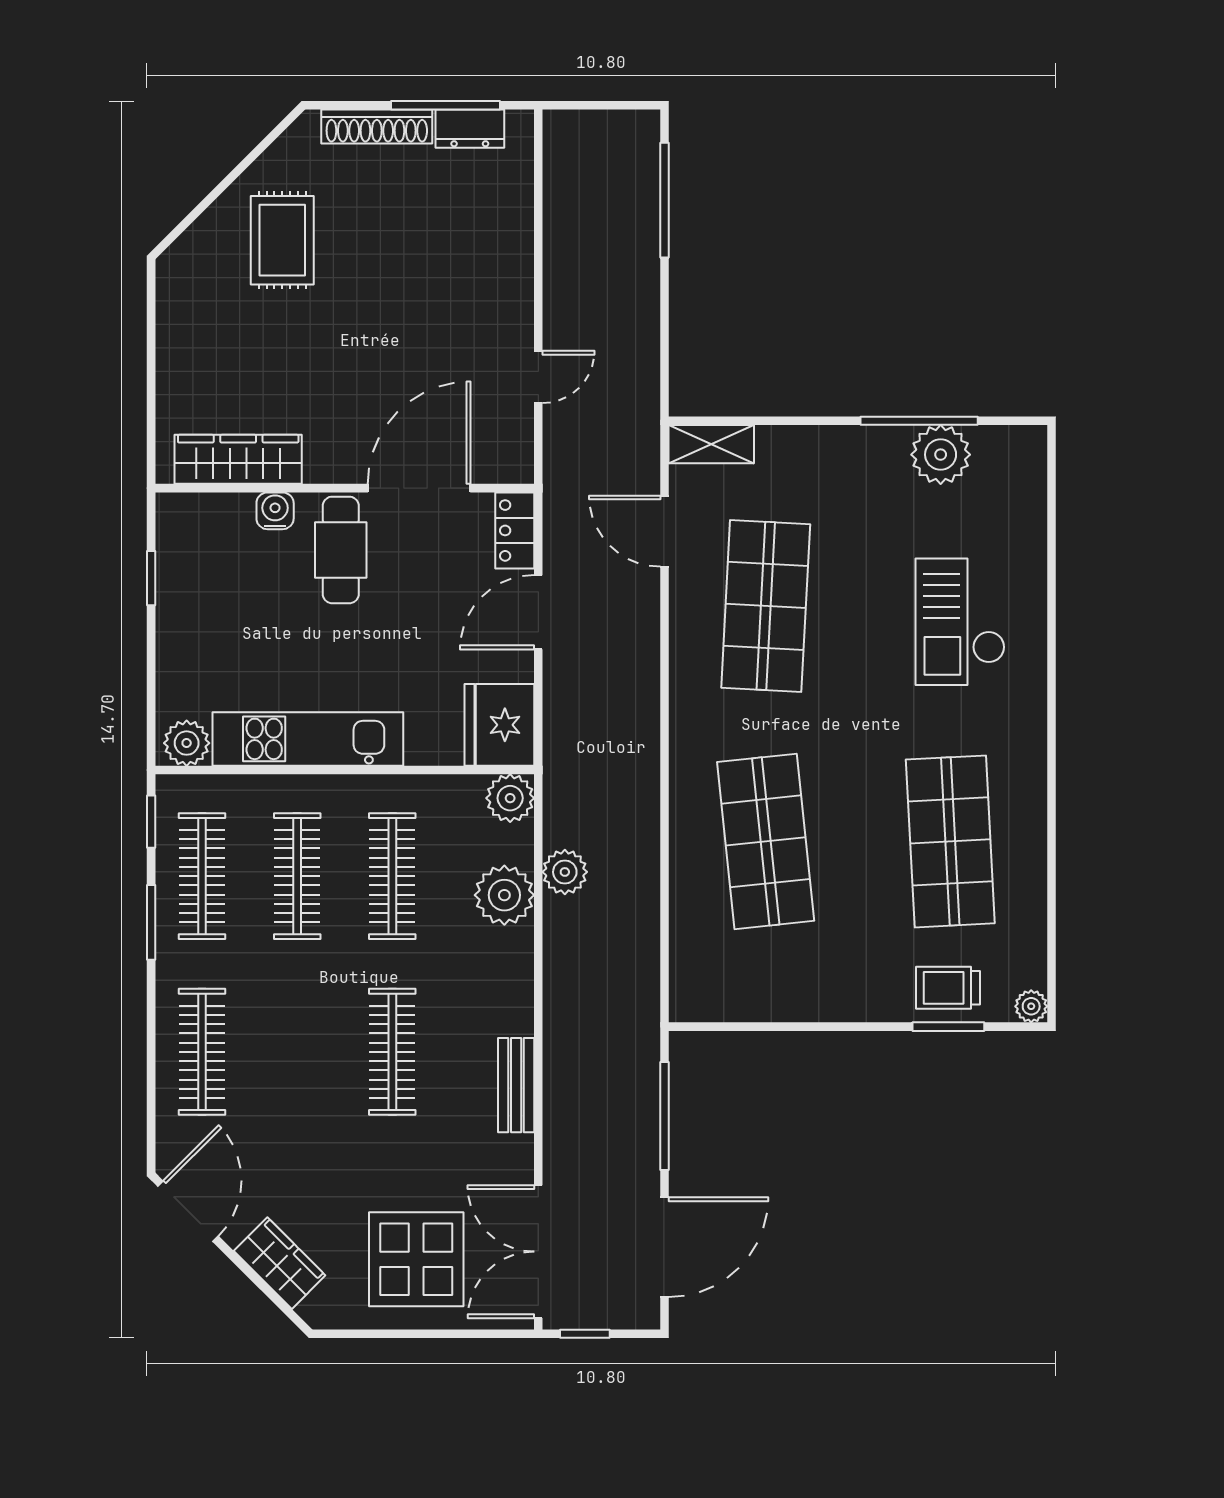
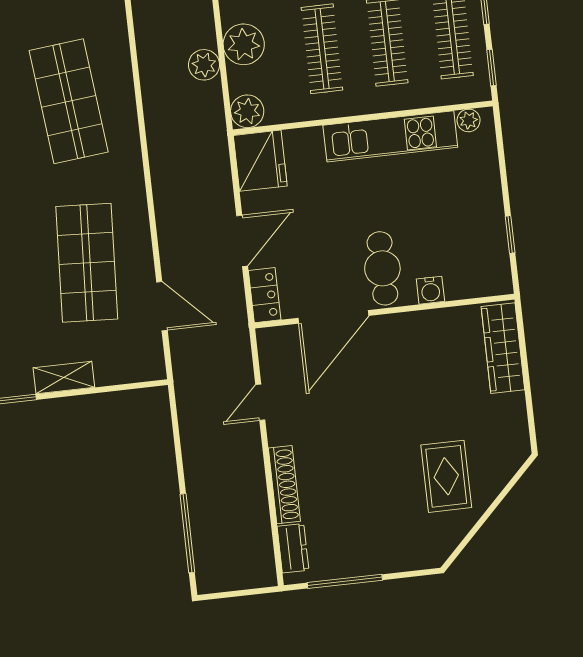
shoe rack: (377, 127) -> (284, 485), moved, turned 90
dresser: (470, 129) -> (293, 548), moved, turned 90
shelving: (711, 444) -> (64, 378), moved
wardrobe: (238, 459) -> (503, 348), moved, turned 90
plant: (187, 743) -> (469, 120), width x0.73, depth x0.73

